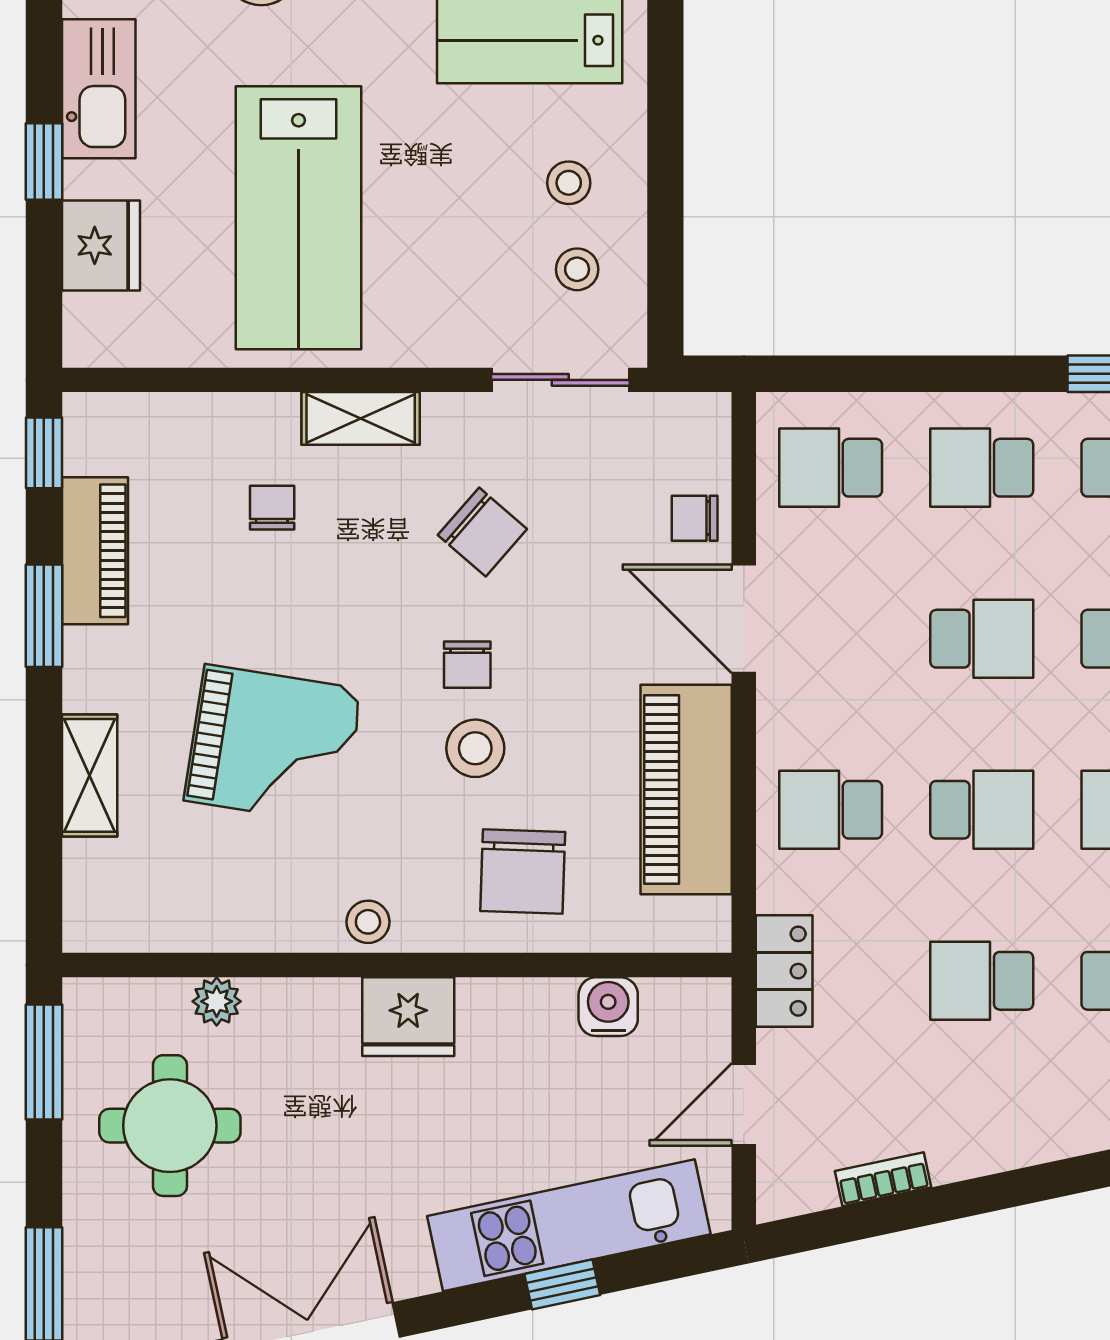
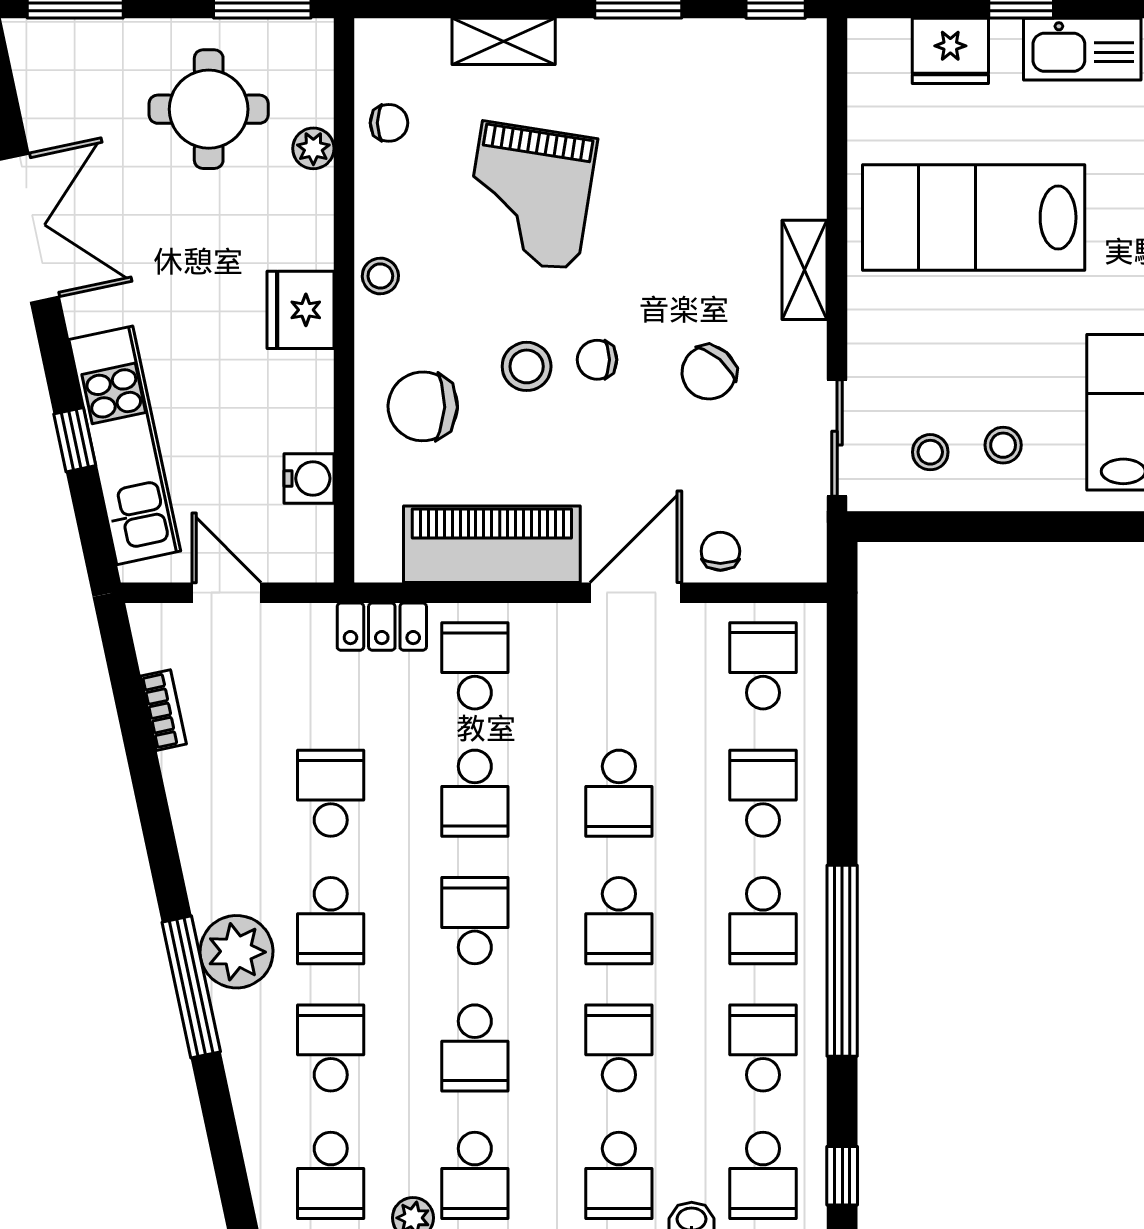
chair: (272, 508) -> (389, 123), moved
piano: (95, 551) -> (693, 46), removed
locker: (784, 971) -> (382, 627), moved

